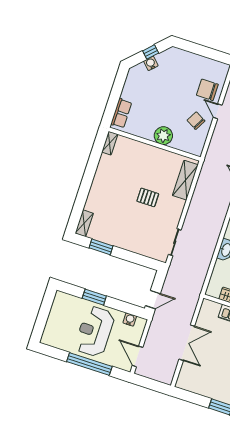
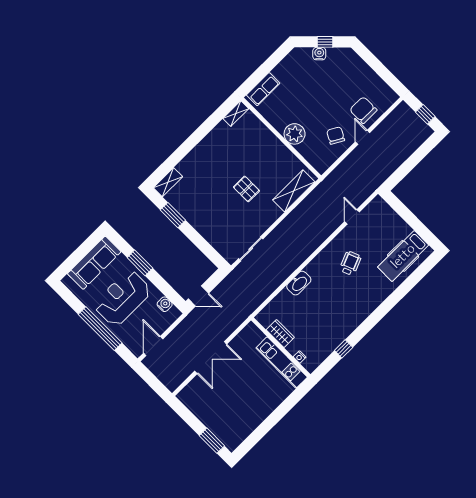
sofa: (59, 315) -> (94, 263), added

